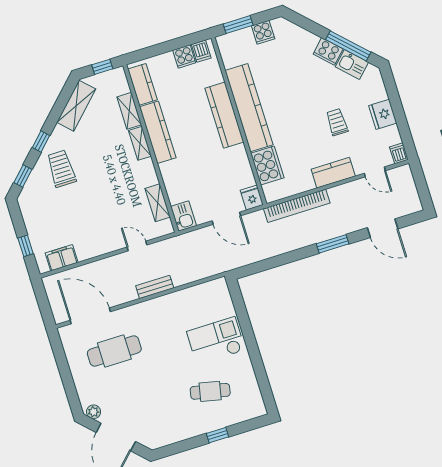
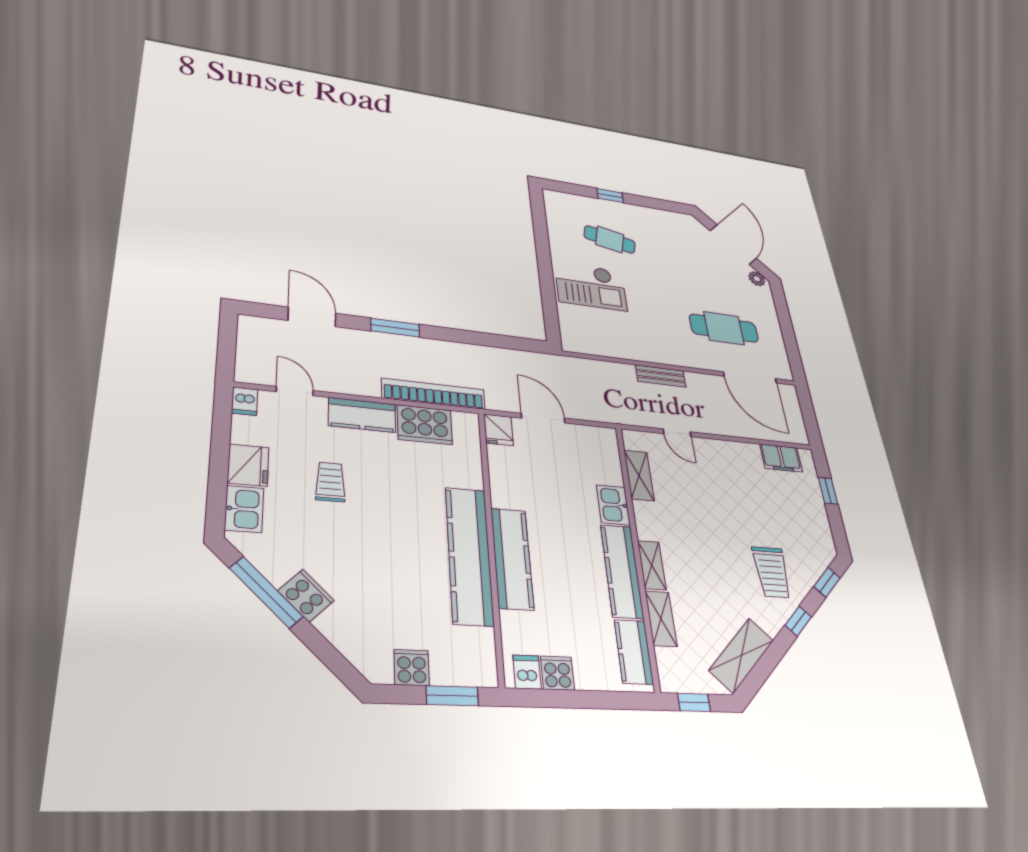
kitchen sink: (352, 64) -> (244, 509), moved, turned 45
trolley: (337, 122) -> (330, 482), turned 180
cooker: (267, 165) -> (425, 425), moved, turned -90
kitchen sink: (184, 216) -> (613, 505), moved

